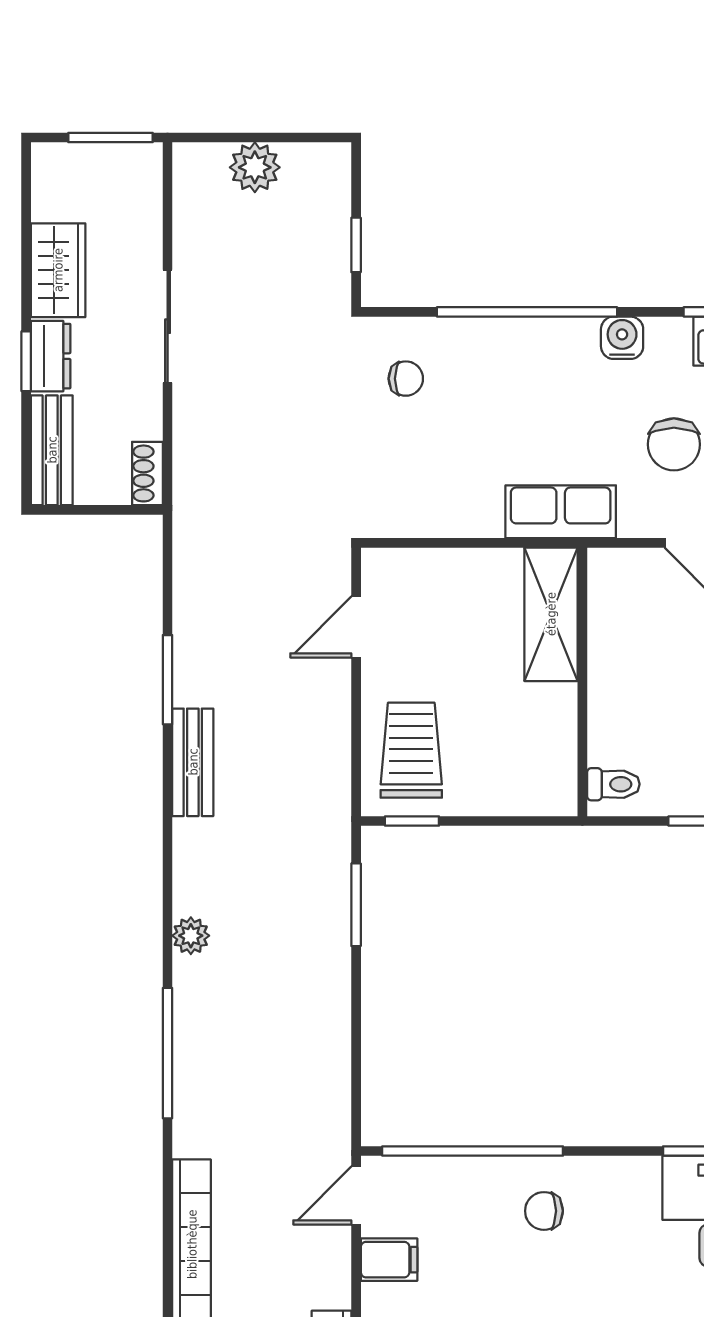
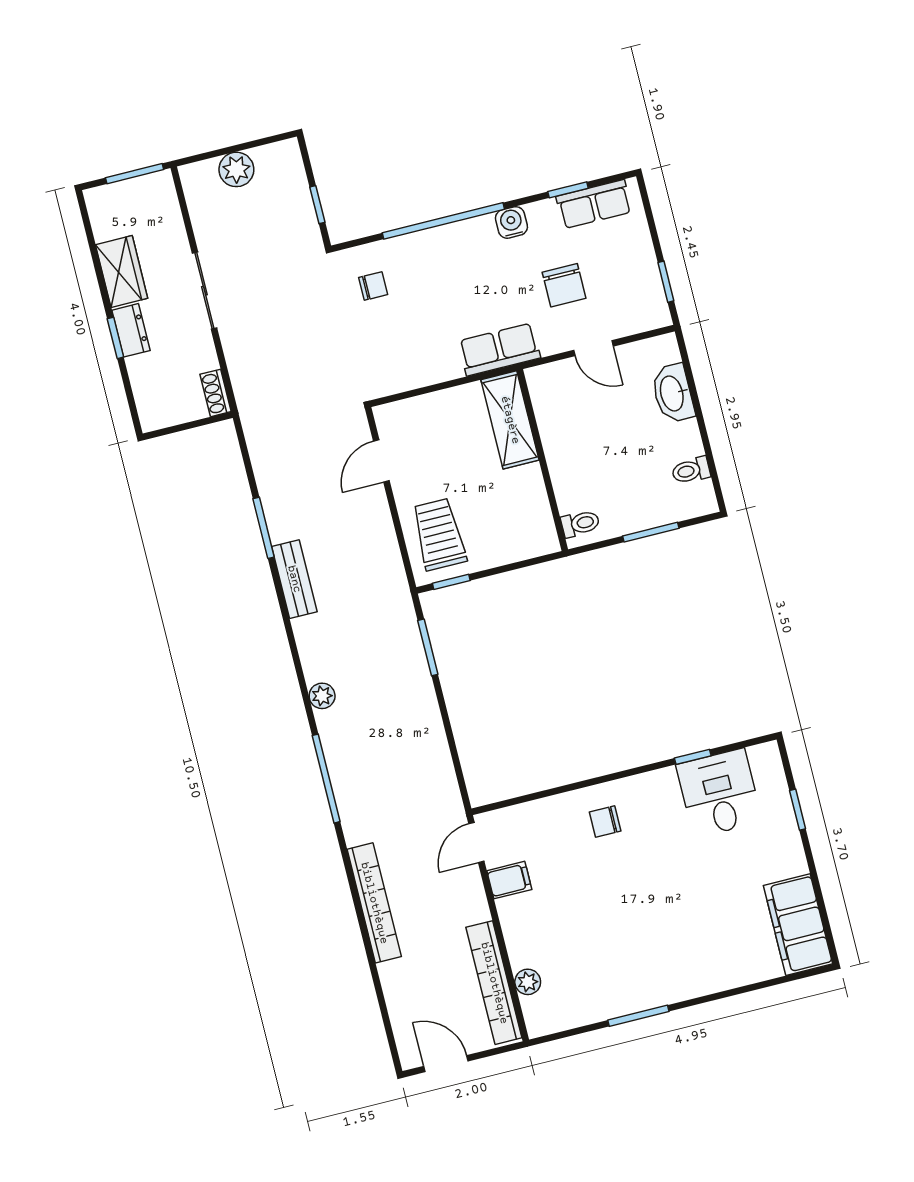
bench: (52, 450) -> (148, 393), removed
window: (473, 1151) -> (547, 793), removed

